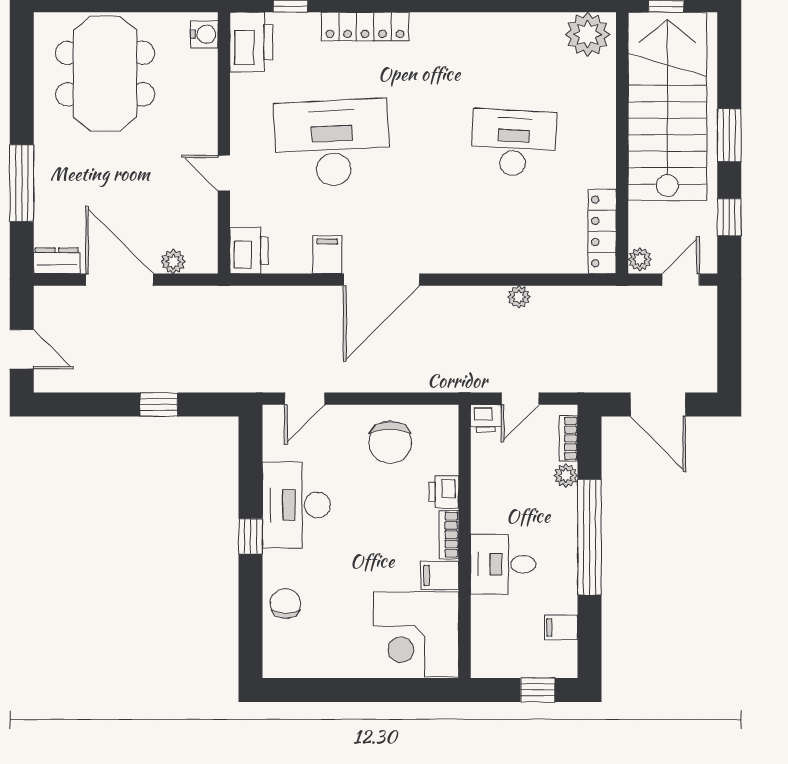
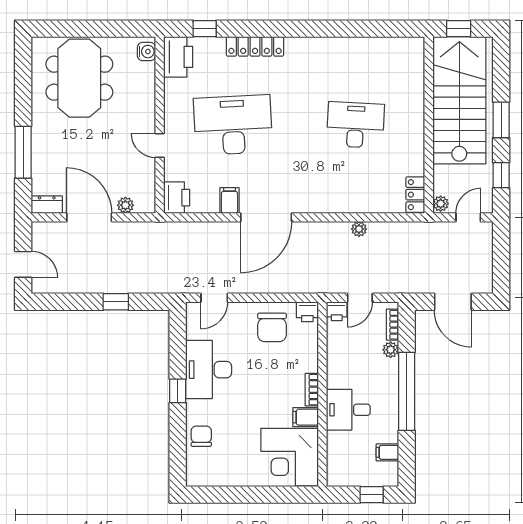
plant: (588, 34) -> (405, 52), removed
locker: (602, 231) -> (415, 195), width x0.66
printer: (444, 492) -> (307, 312), moved, turned -90

